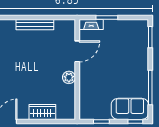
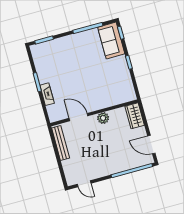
door: (77, 51) -> (78, 117), moved
wall: (77, 69) -> (94, 113), moved
plant: (69, 77) -> (103, 118), moved

